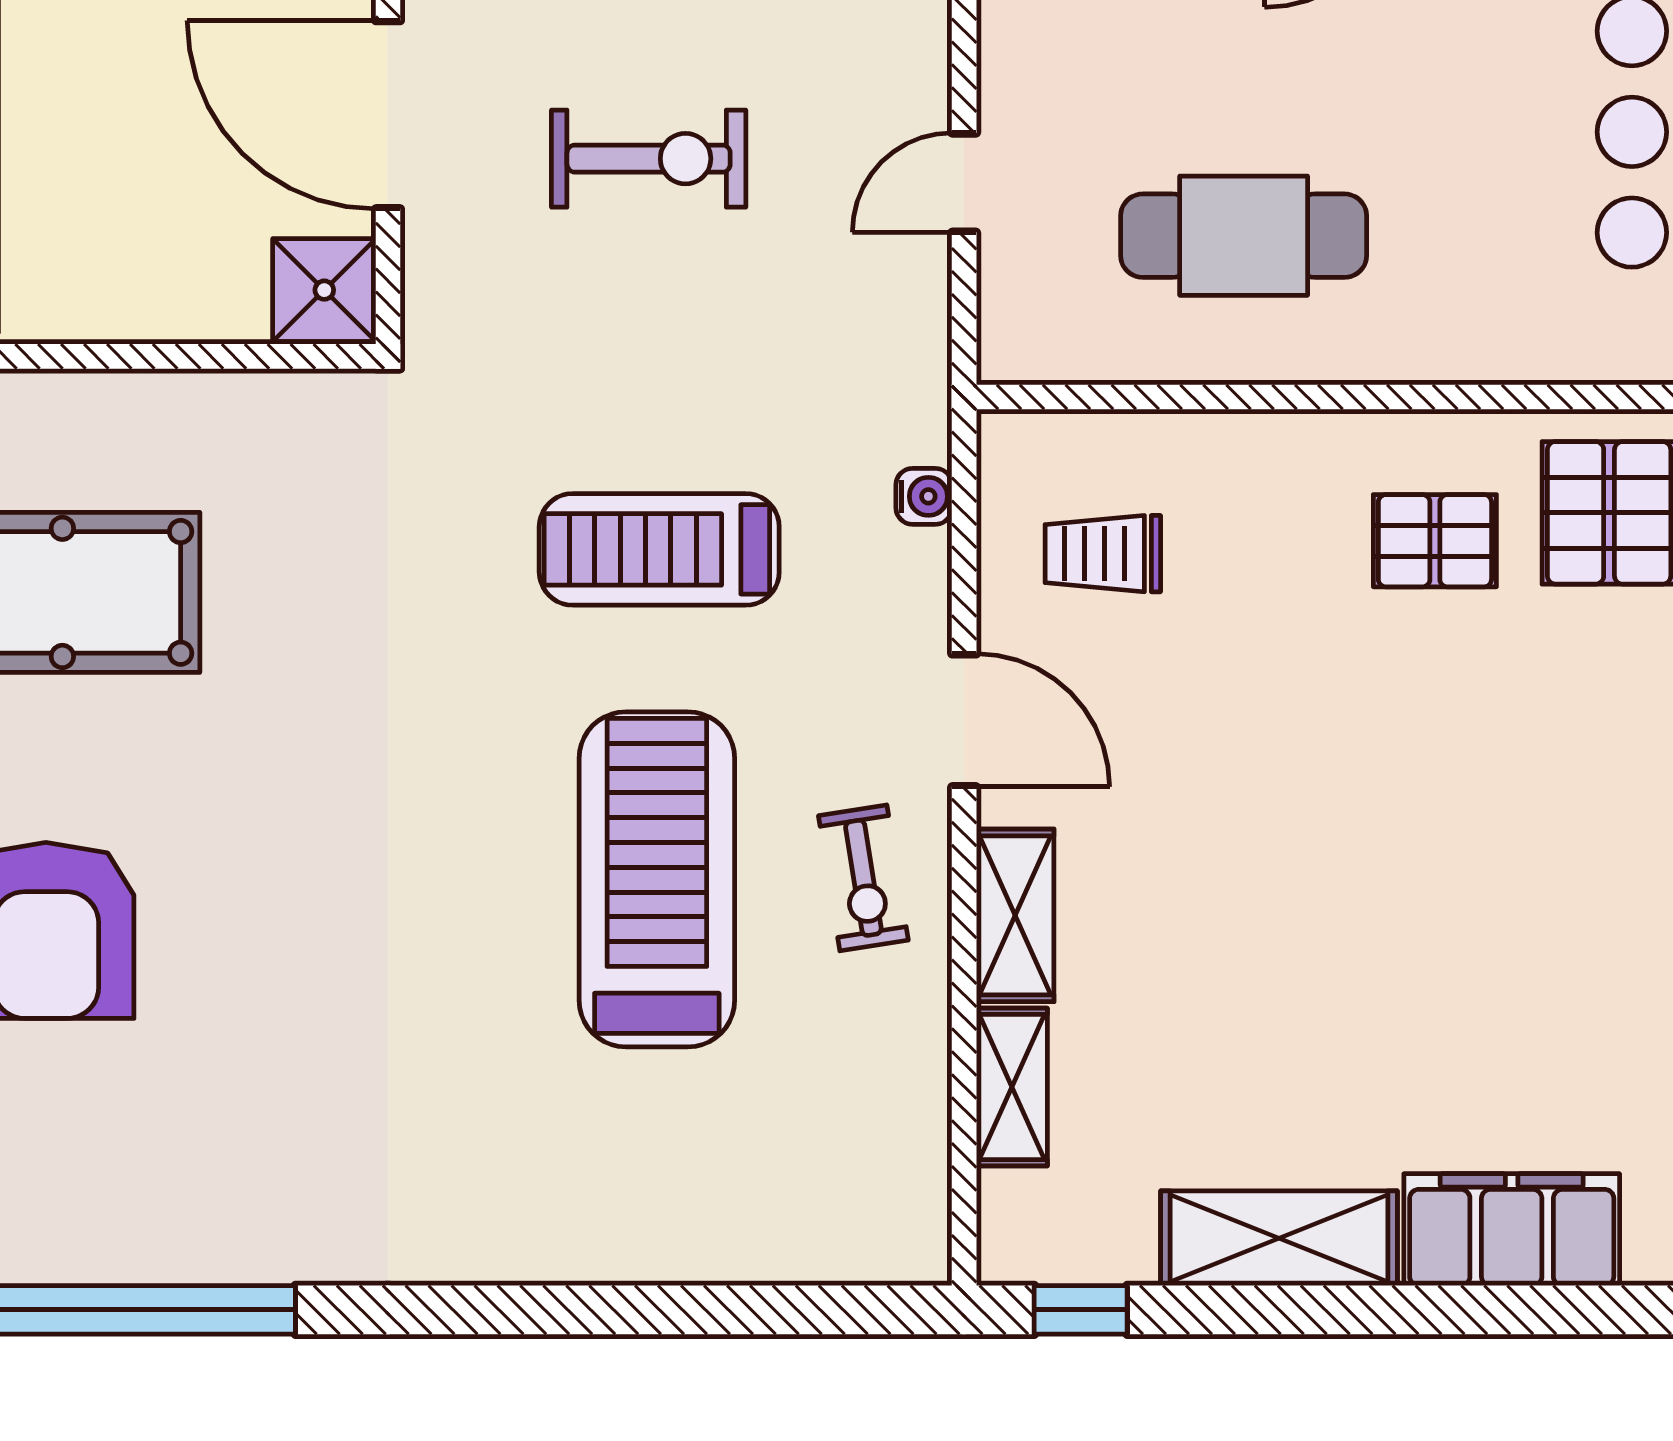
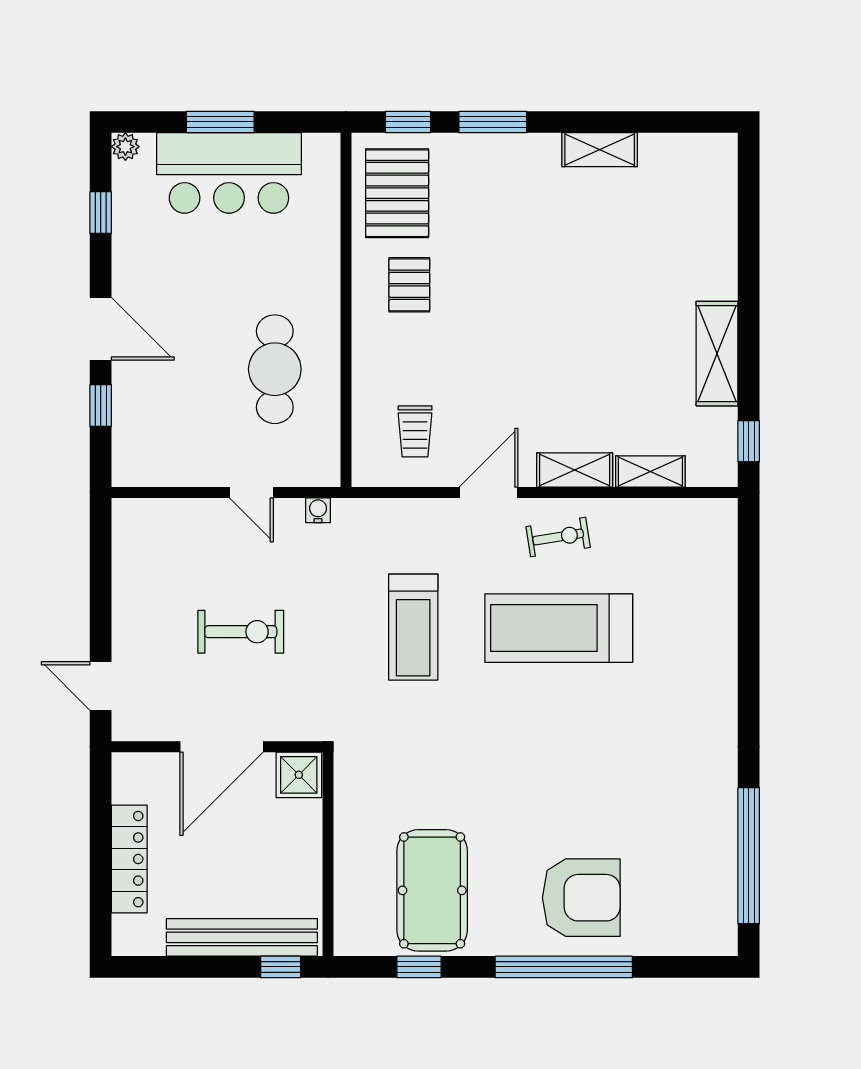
exercise bike: (649, 159) -> (241, 632), turned 90
water cooler: (924, 496) -> (318, 510), moved
filing cabinet: (1512, 1230) -> (713, 251), removed

